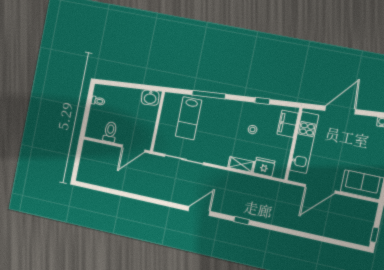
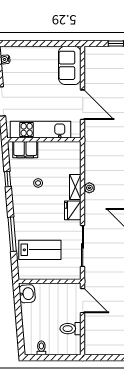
fridge: (264, 167) -> (73, 210), moved
plant: (238, 178) -> (89, 188), added

